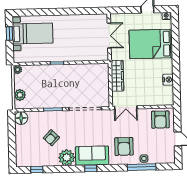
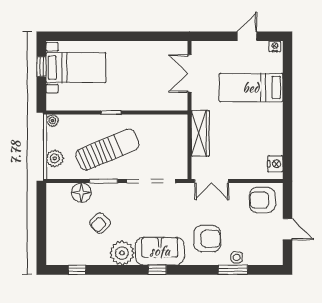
double door: (109, 36) -> (189, 73), swing flipped
bed: (151, 44) -> (251, 88), width x0.67
nightstand: (168, 80) -> (275, 164), moved
sun lounger: (55, 88) -> (107, 150), added
floor lamp: (21, 118) -> (81, 193), moved
armchair: (160, 120) -> (262, 200), turned 90
armchair: (124, 146) -> (207, 239), turned -90
window: (142, 167) -> (233, 270), width x0.69

